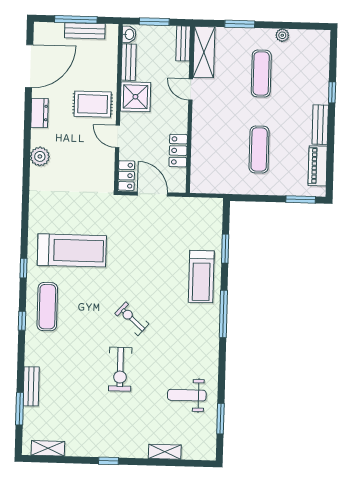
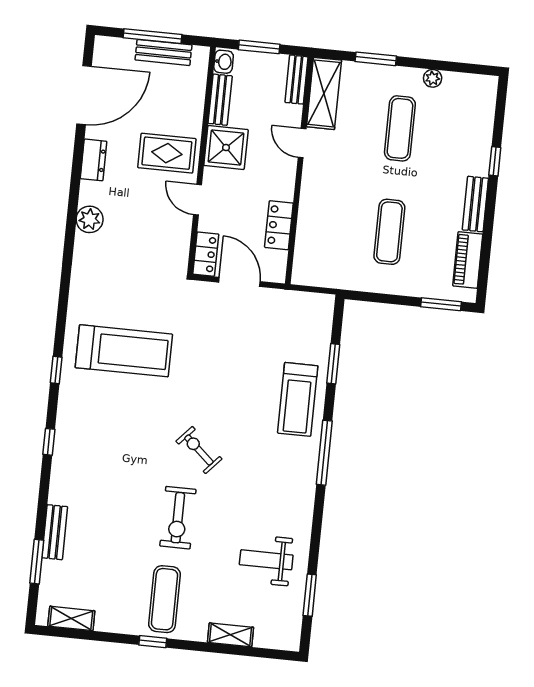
exercise mat: (47, 307) -> (164, 599), moved

